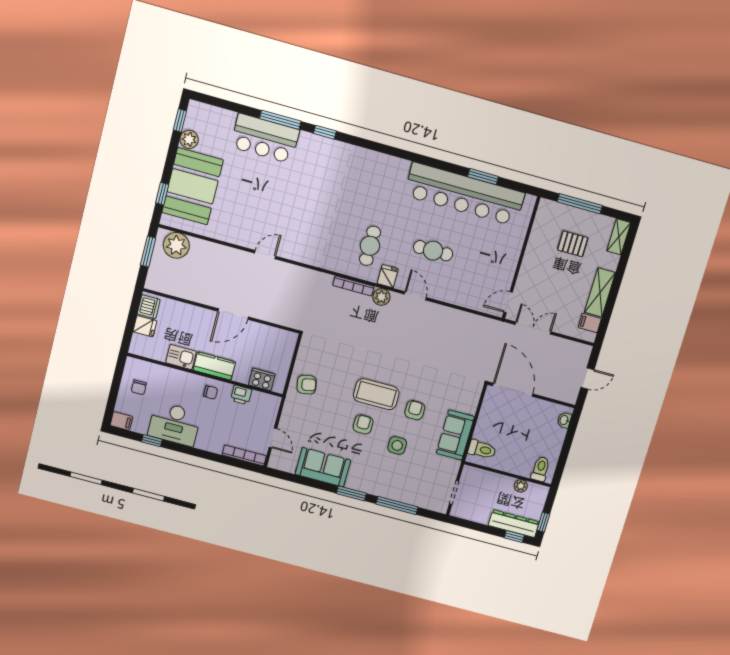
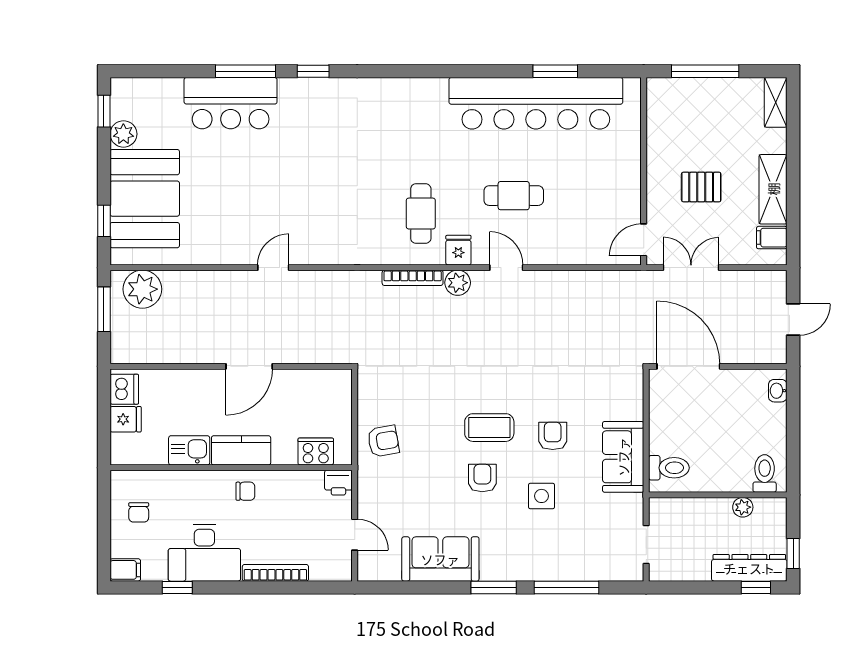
pallet: (573, 244) -> (701, 187), moved
coffee table: (376, 394) -> (489, 428), width x0.73, depth x0.76
printer: (241, 395) -> (338, 483), moved
bookcase: (244, 455) -> (275, 573), moved

